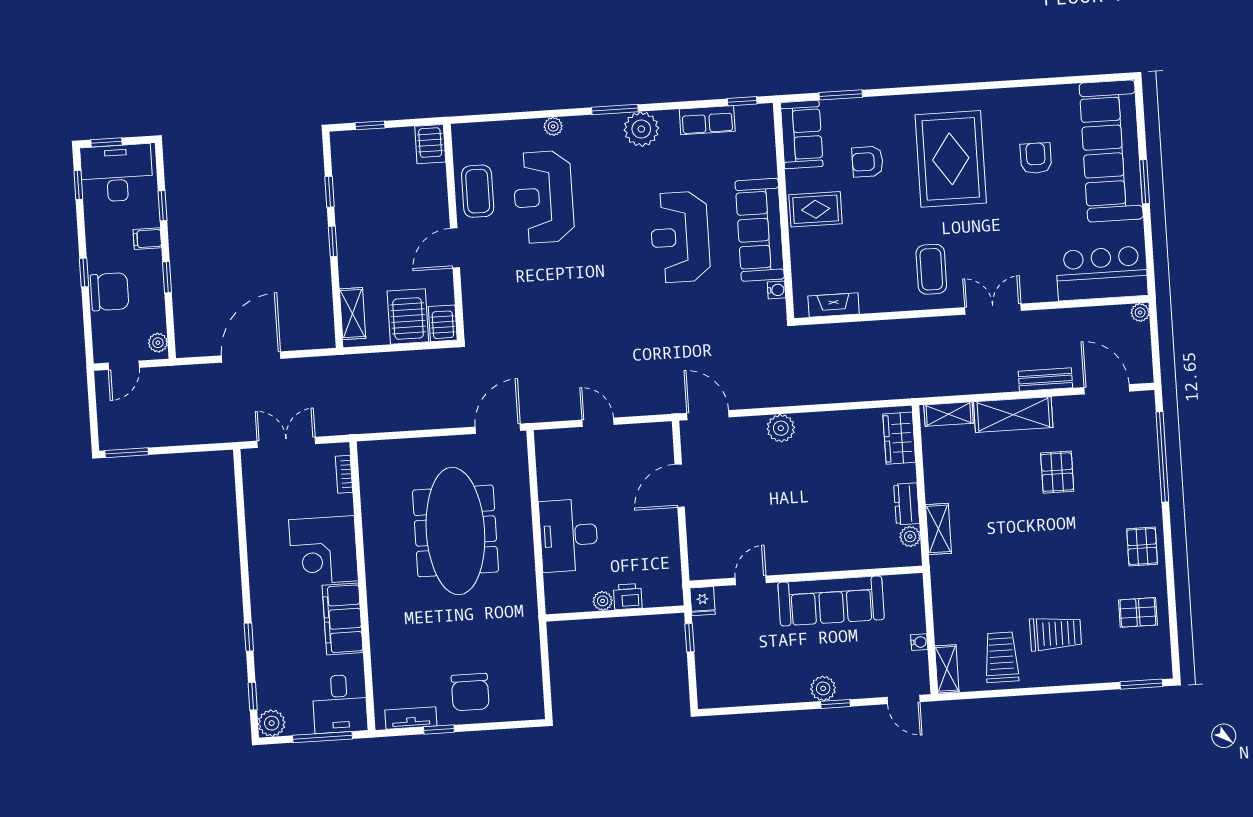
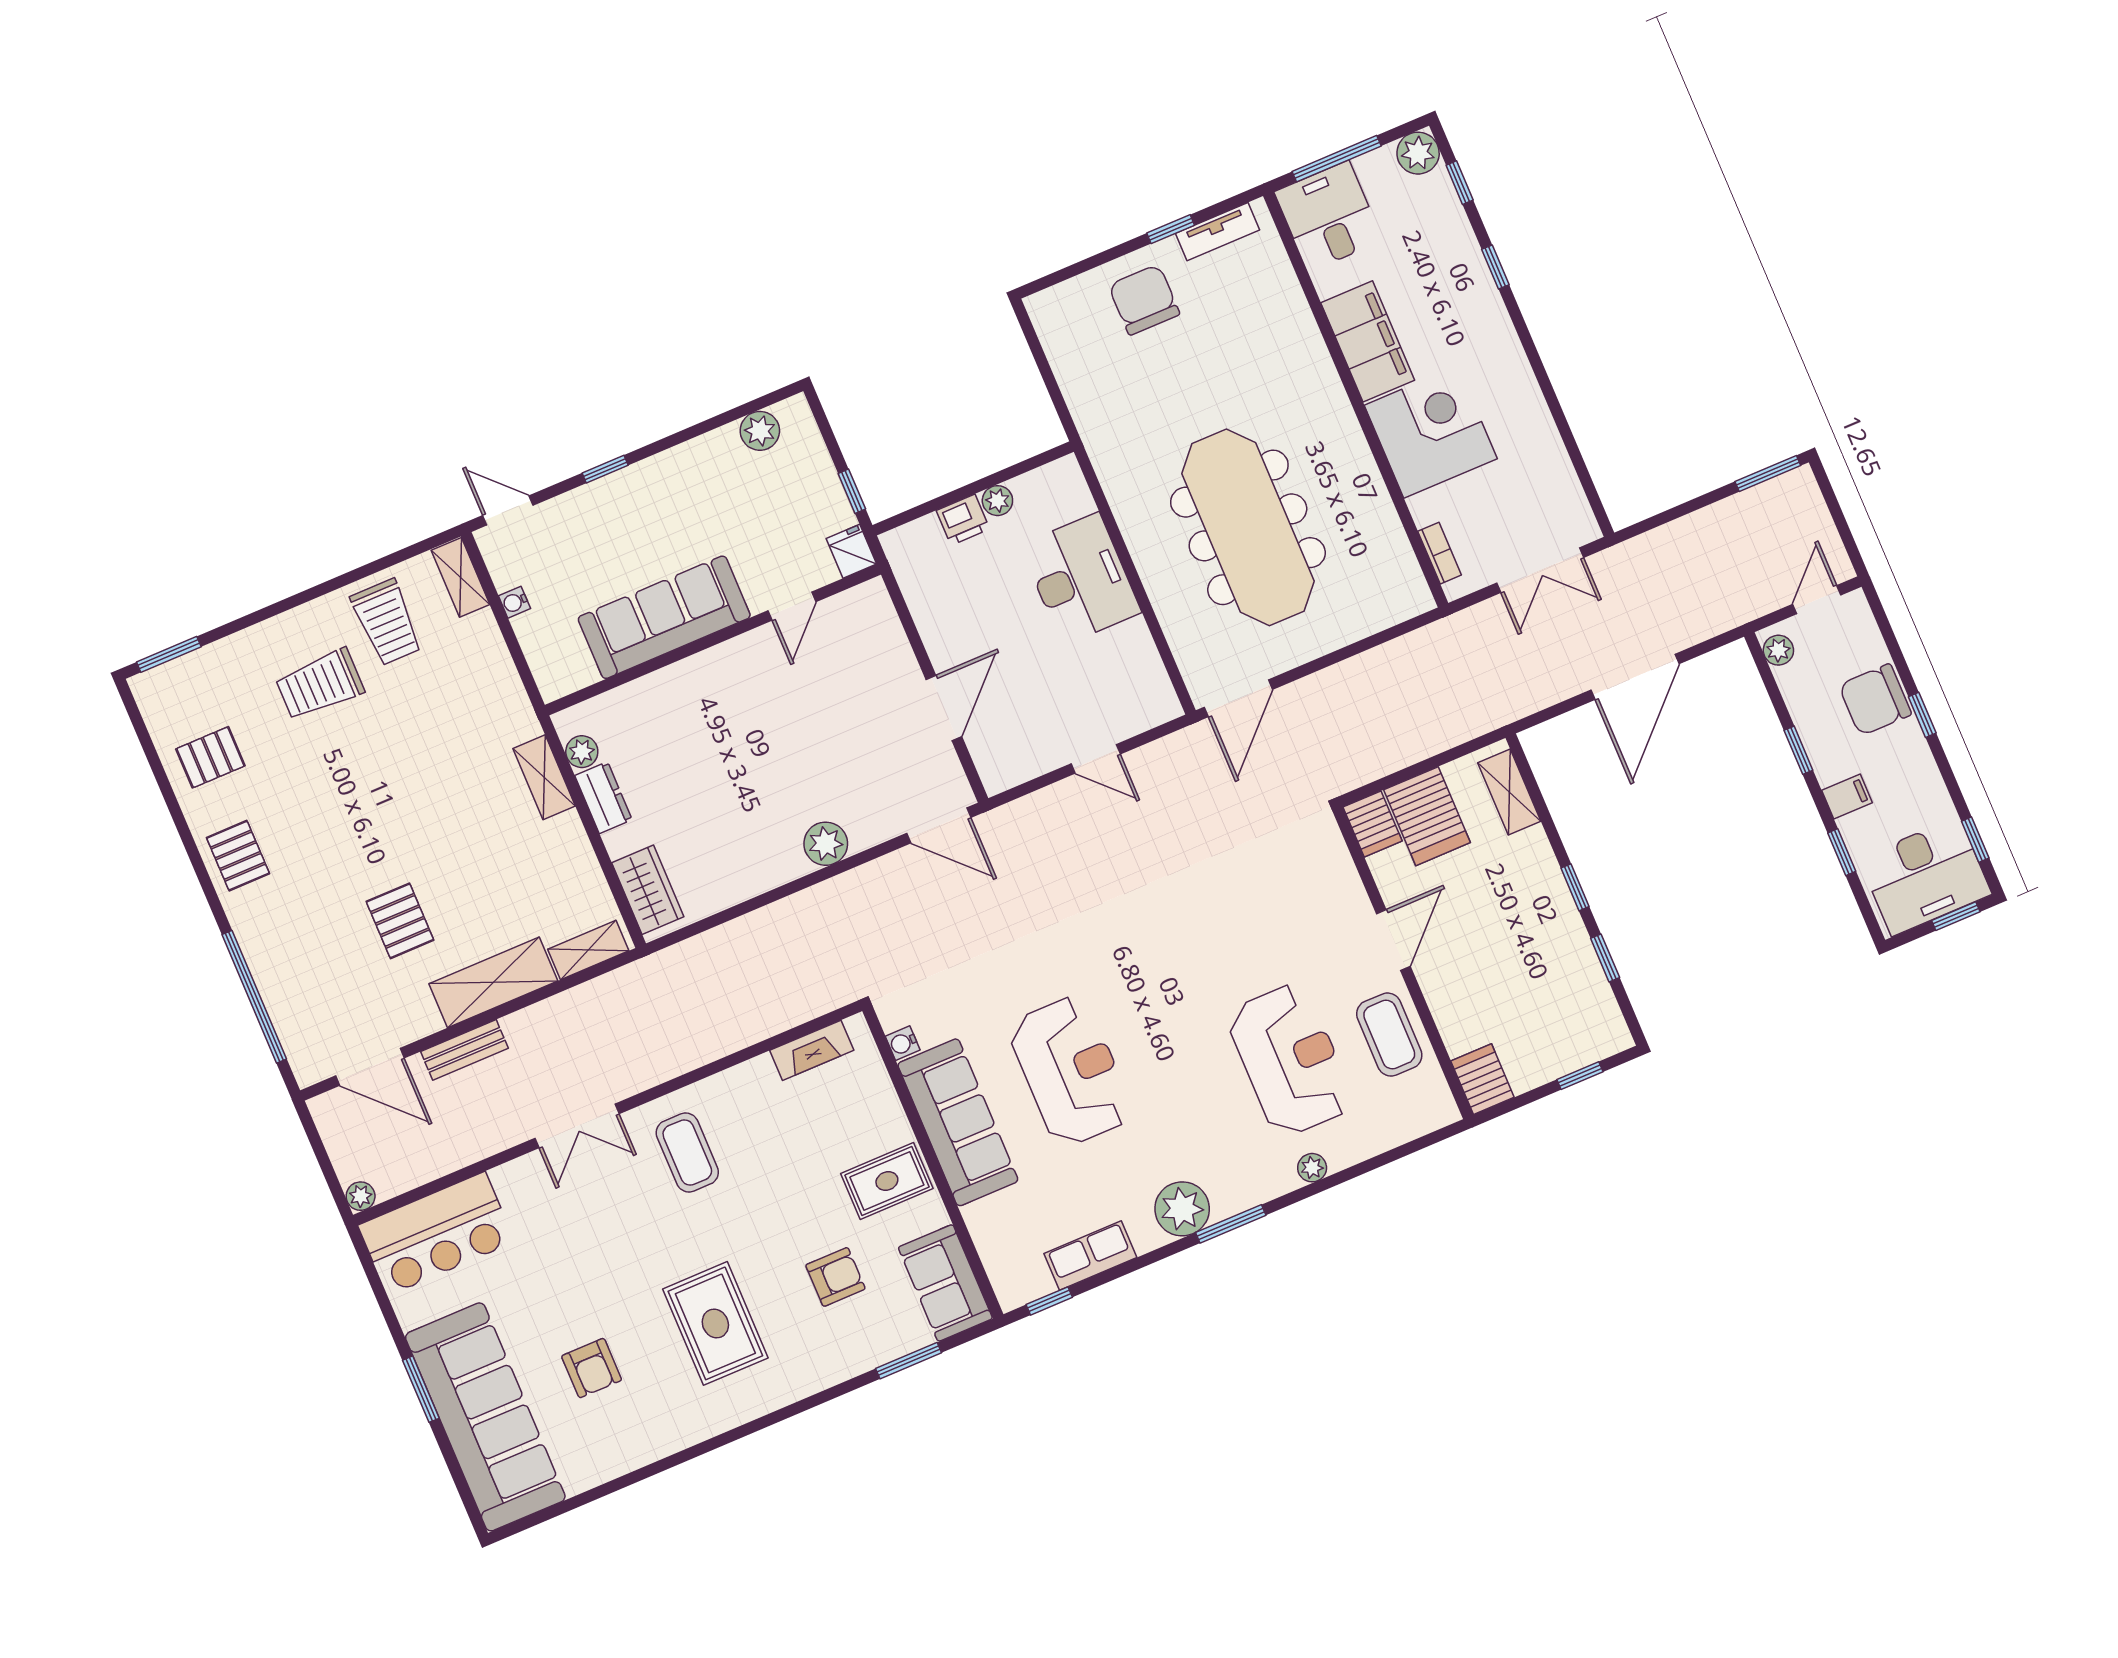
rug: (951, 159) -> (715, 1323), width x0.73, depth x0.69
plant: (823, 688) -> (760, 431), moved

